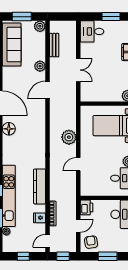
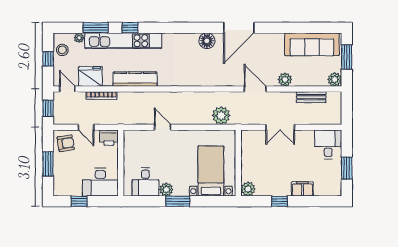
plant: (69, 137) -> (221, 116), moved
fridge: (39, 218) -> (91, 76), width x1.88, depth x1.34
stool: (16, 245) -> (62, 50), added

